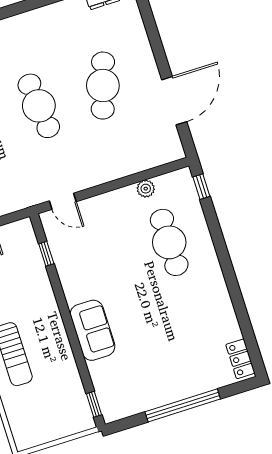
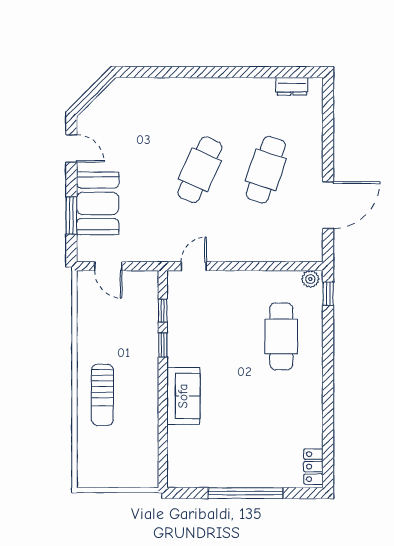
cafe table: (39, 106) -> (200, 170), turned 30
plant: (146, 189) -> (310, 279), moved
door: (63, 201) -> (194, 266), swing flipped
window: (94, 404) -> (163, 345), moved

